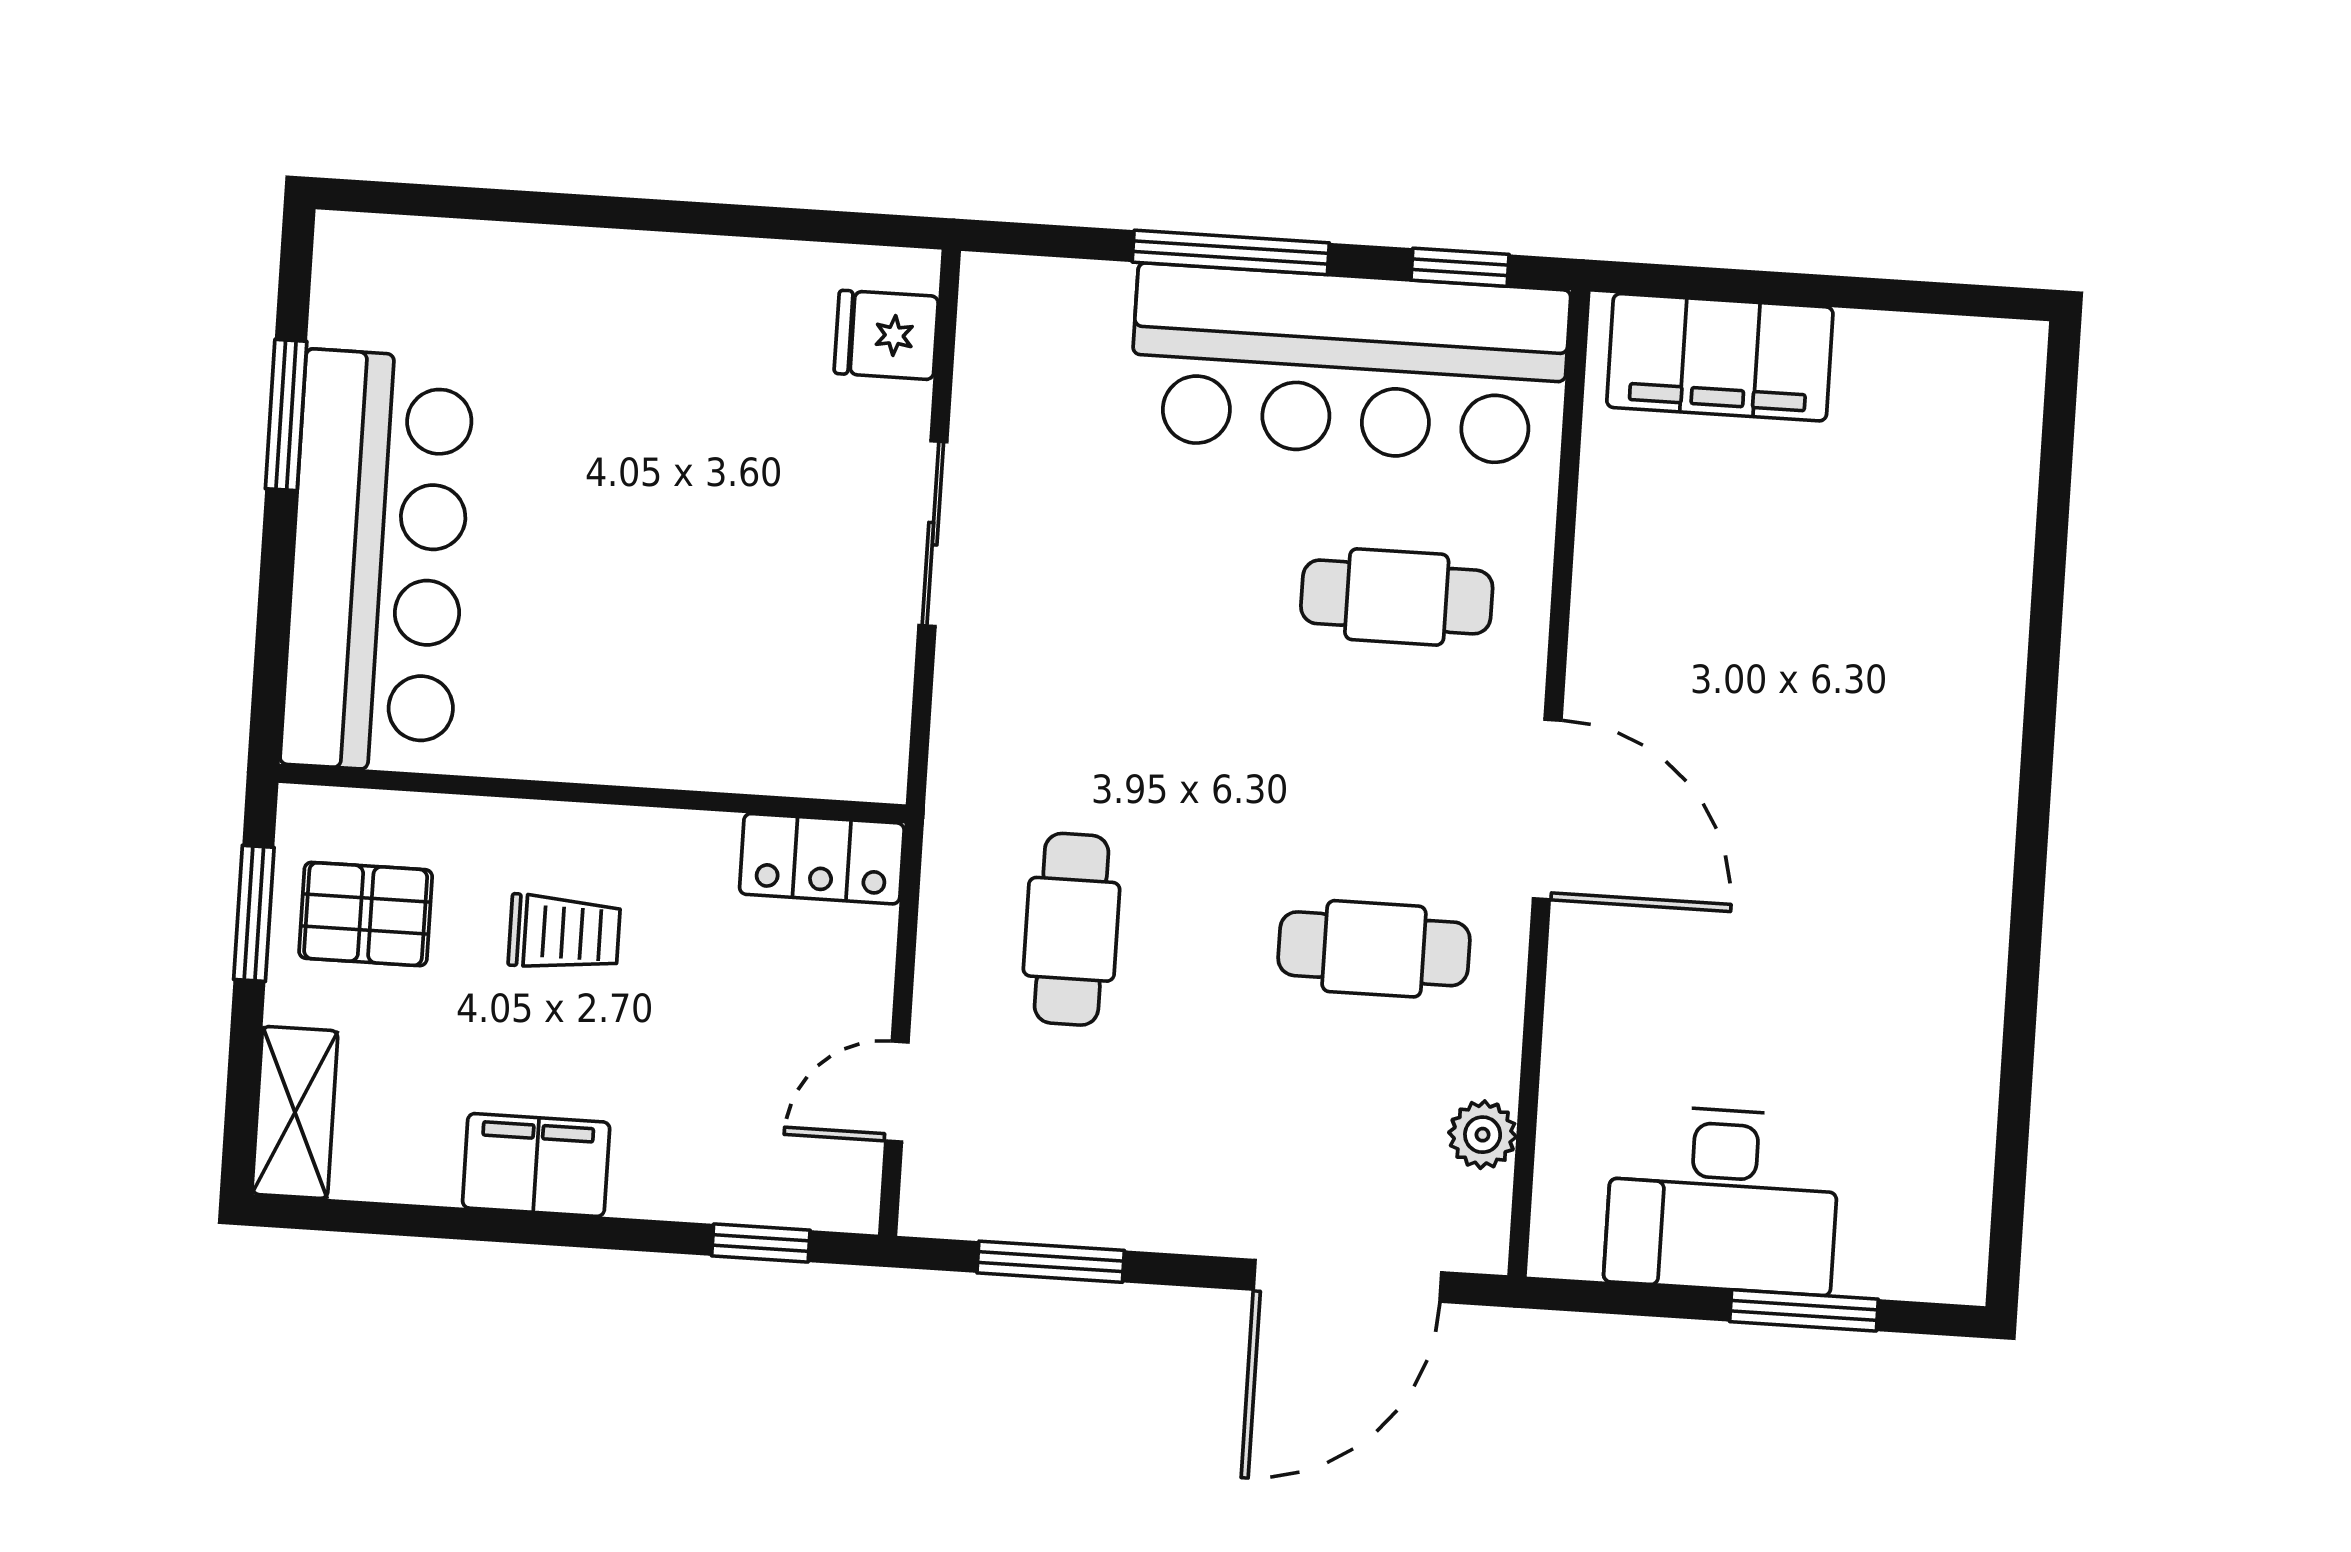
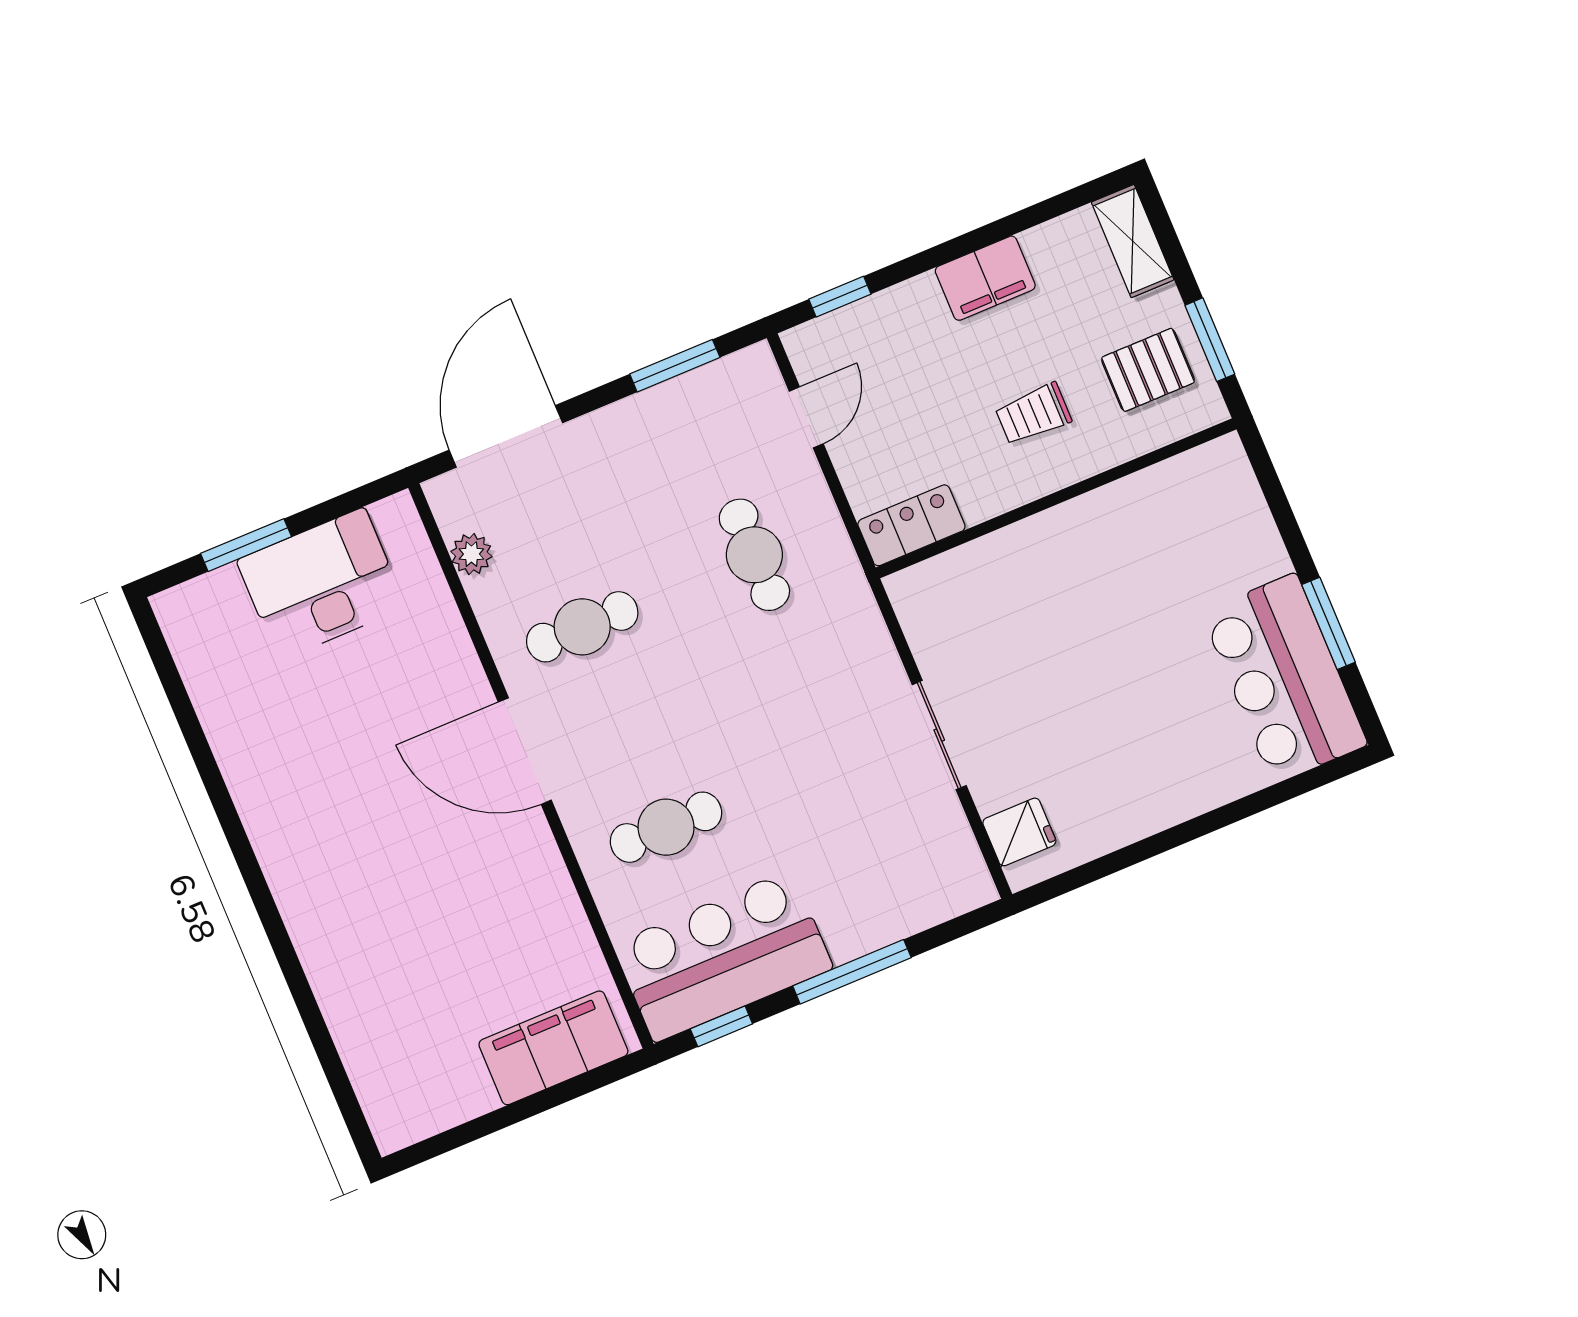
bar counter: (1349, 365) -> (723, 956), width x0.73
bar counter: (378, 562) -> (1284, 678), moved, width x0.73

